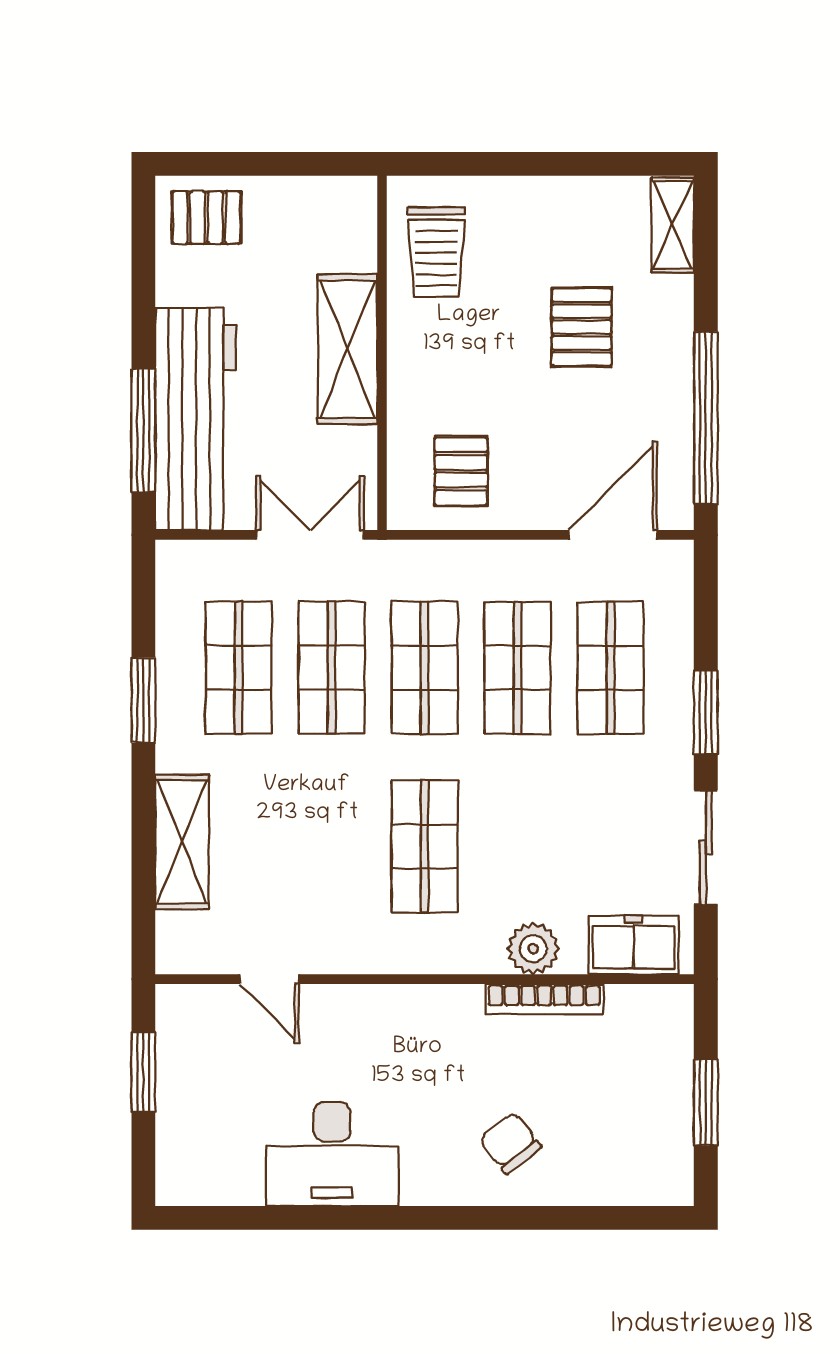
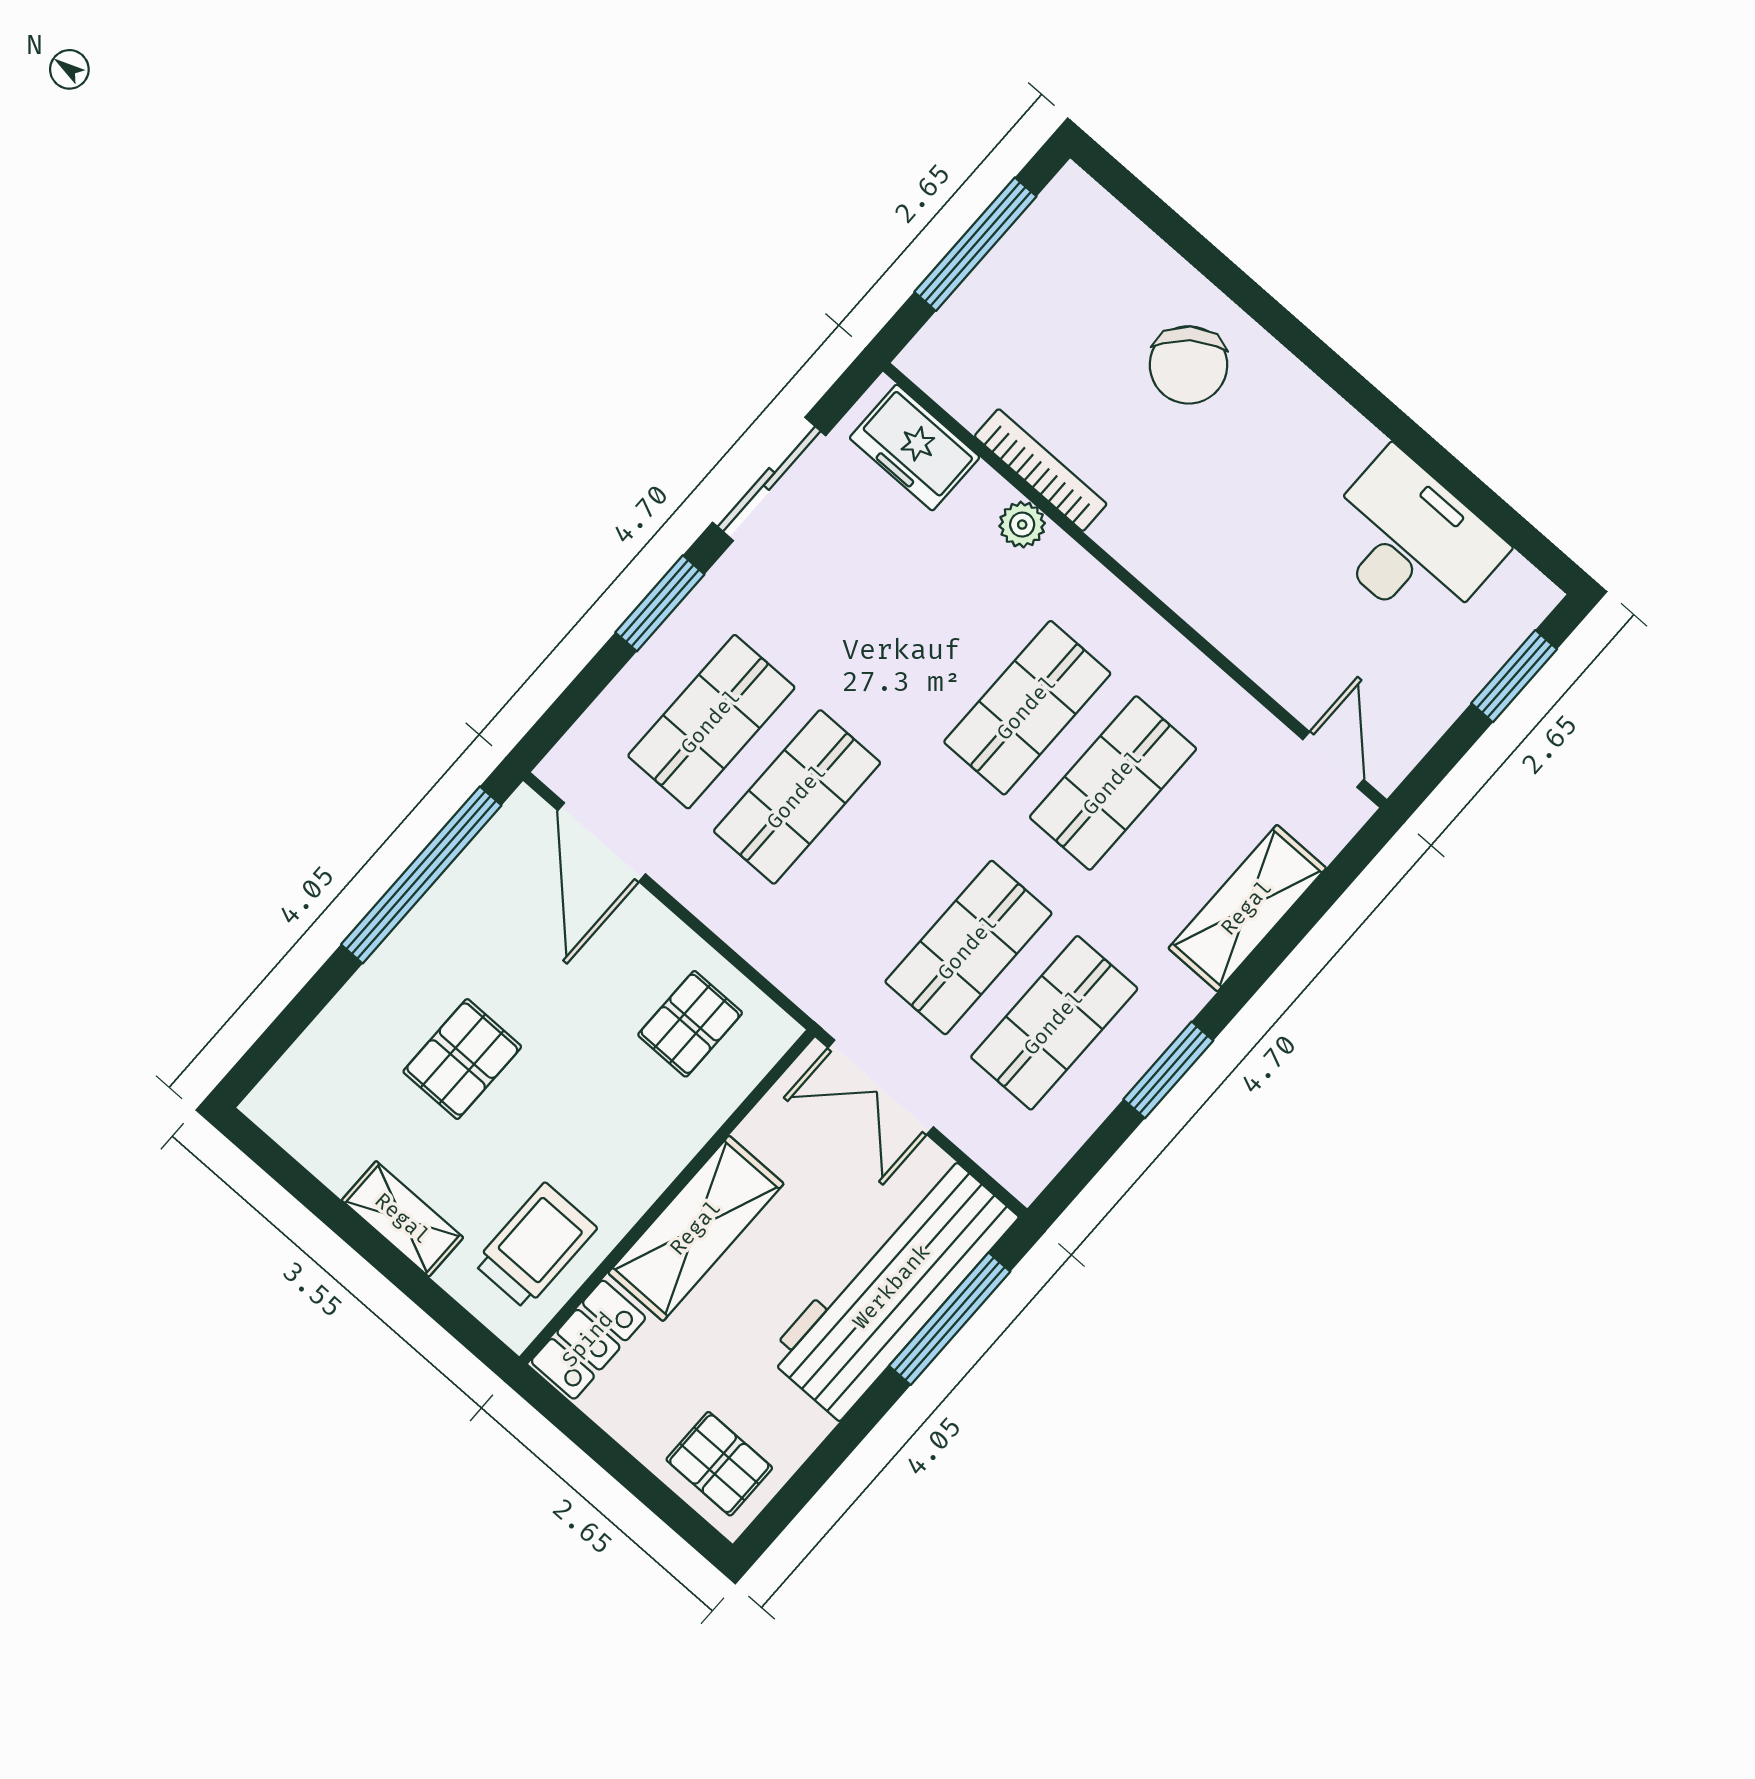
locker: (353, 223) -> (588, 1340), added
shelving: (673, 225) -> (402, 1219), moved, turned 90
door: (613, 535) -> (602, 842), hinge flipped
shop shelf: (425, 668) -> (1113, 783), moved
plant: (533, 949) -> (1022, 525), width x0.73, depth x0.73
door: (269, 979) -> (1333, 759), moved
window: (143, 1072) -> (1514, 676), moved
window: (706, 1102) -> (975, 244), width x1.44
chair: (510, 1143) -> (1188, 365), width x1.37, depth x1.37
desk: (332, 1154) -> (1411, 542), moved

